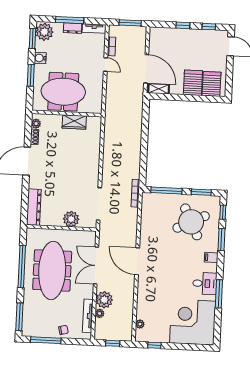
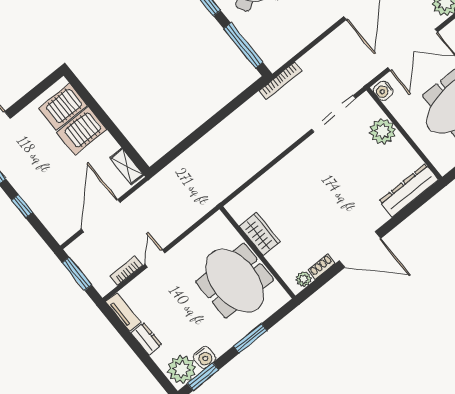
window: (70, 20) -> (140, 351), removed
water cooler: (40, 58) -> (204, 357), moved
door: (146, 69) -> (101, 216), moved
water cooler: (89, 236) -> (383, 91), added

